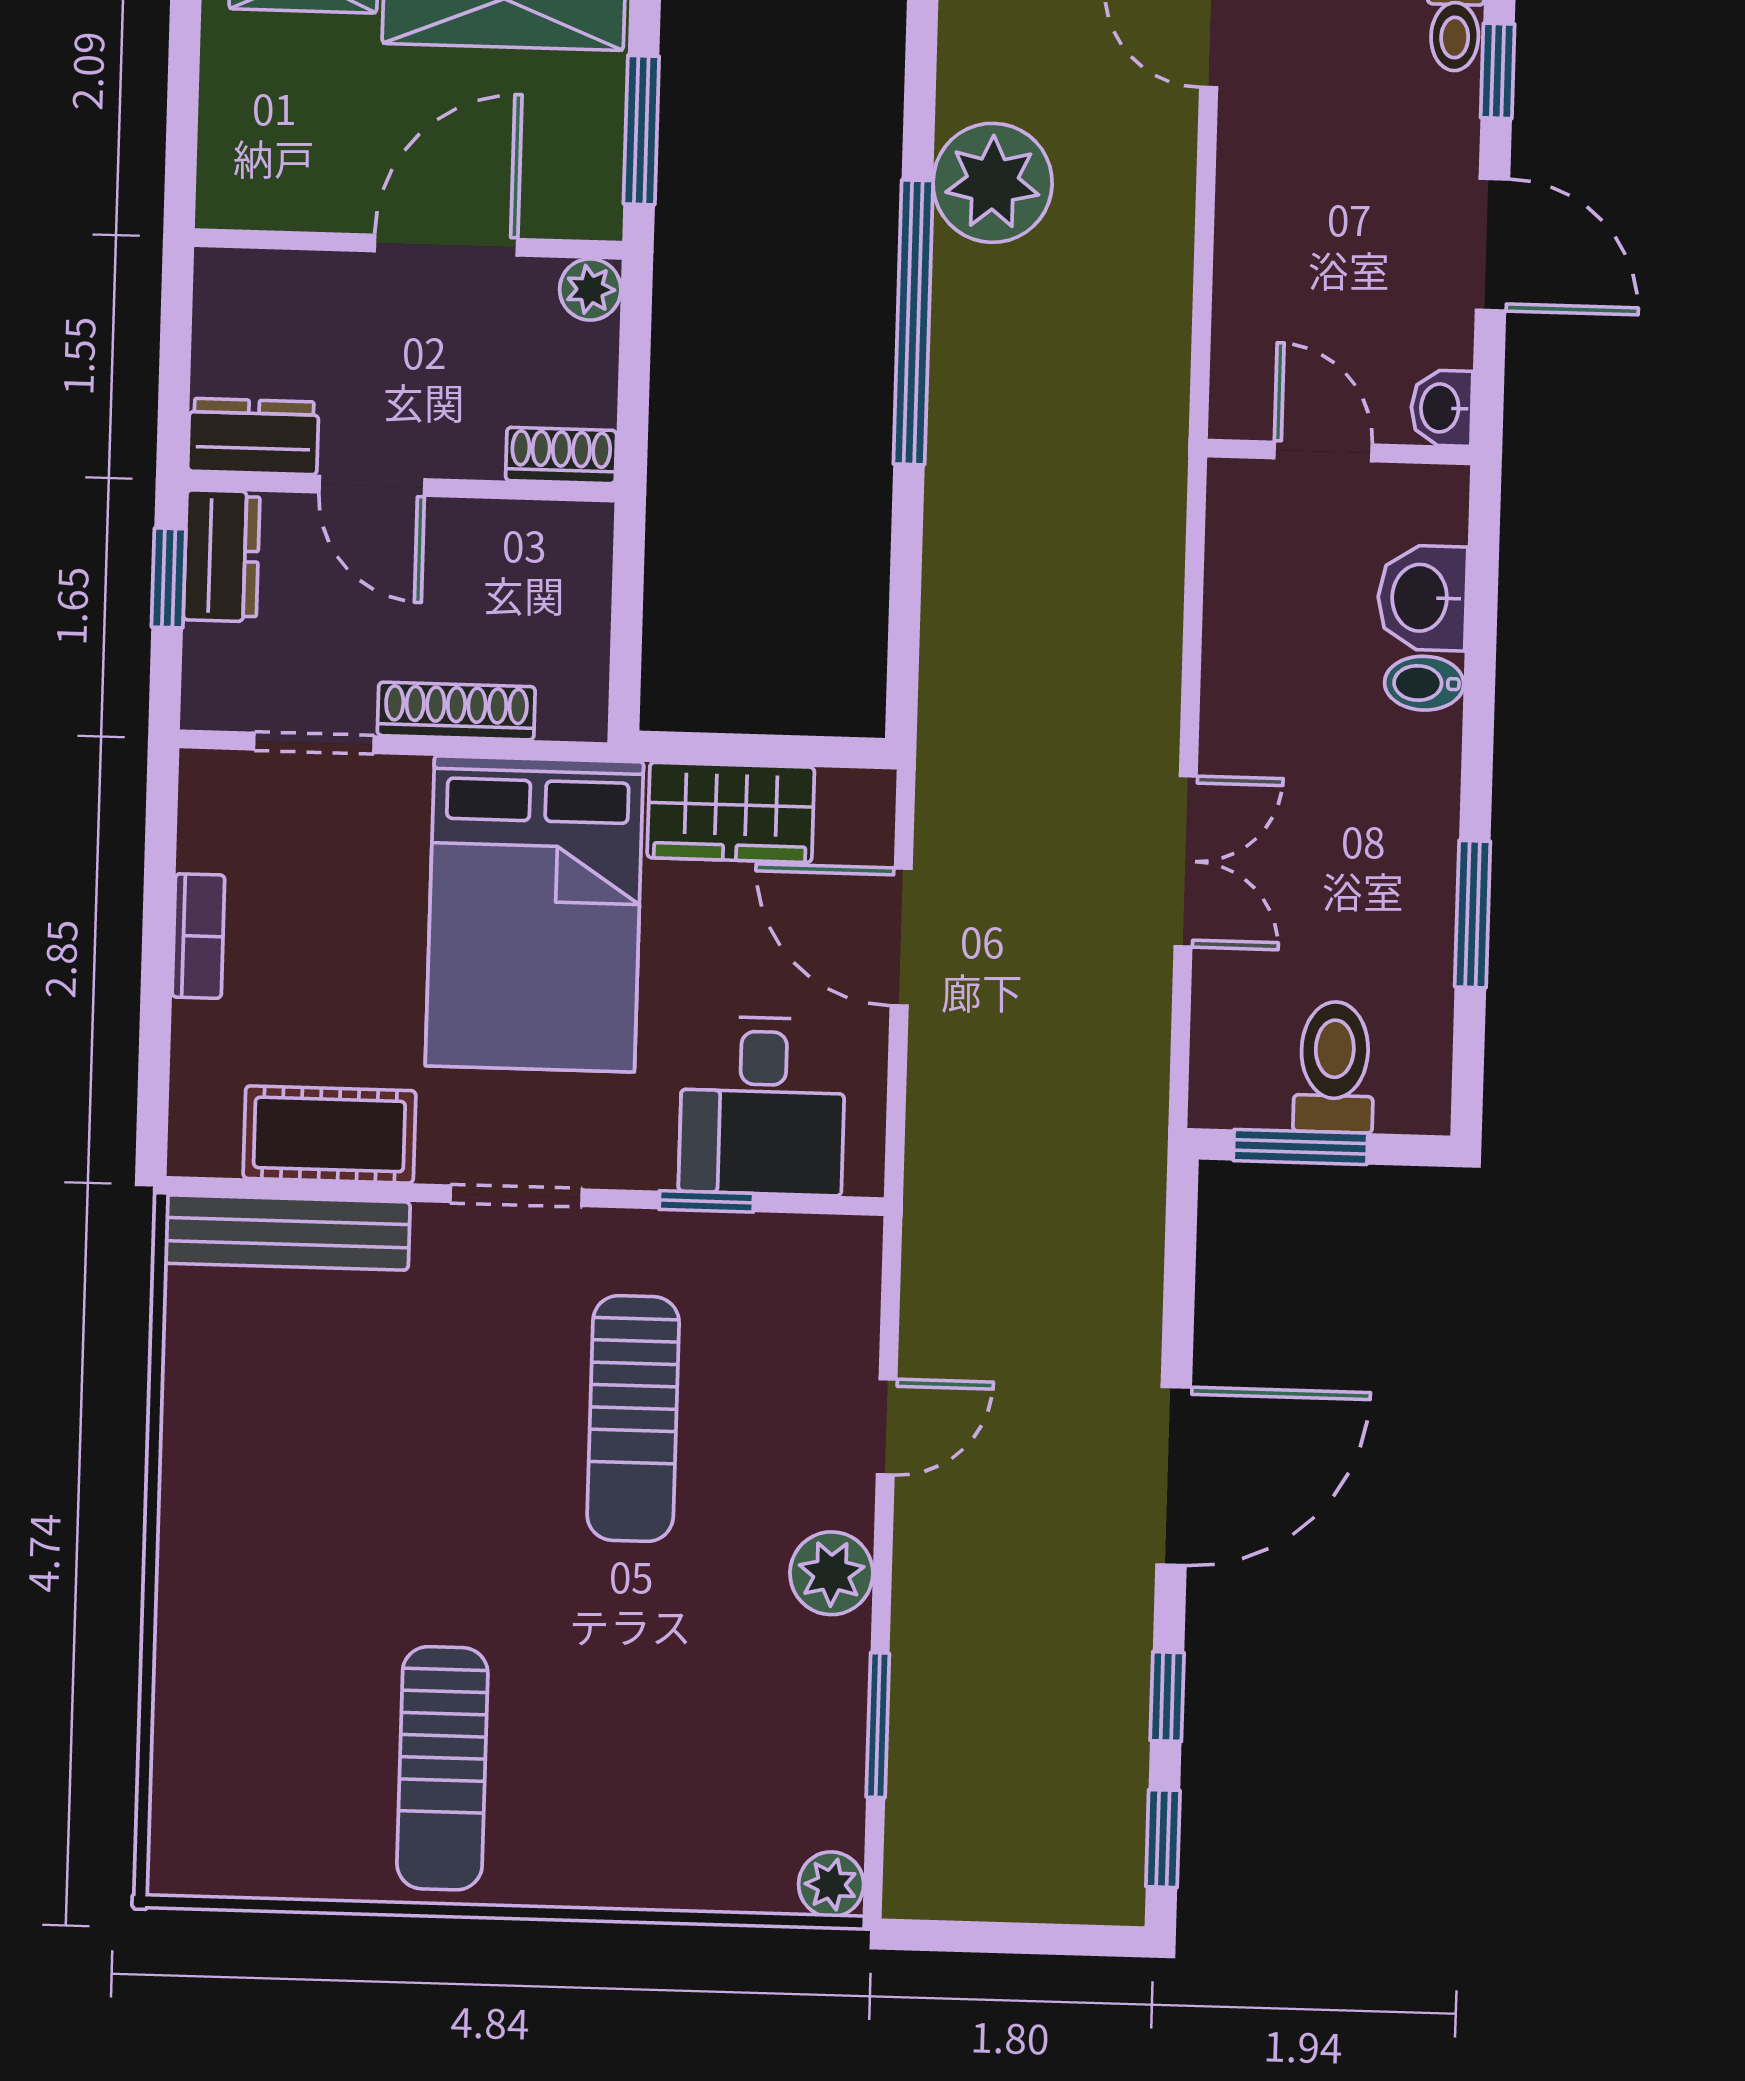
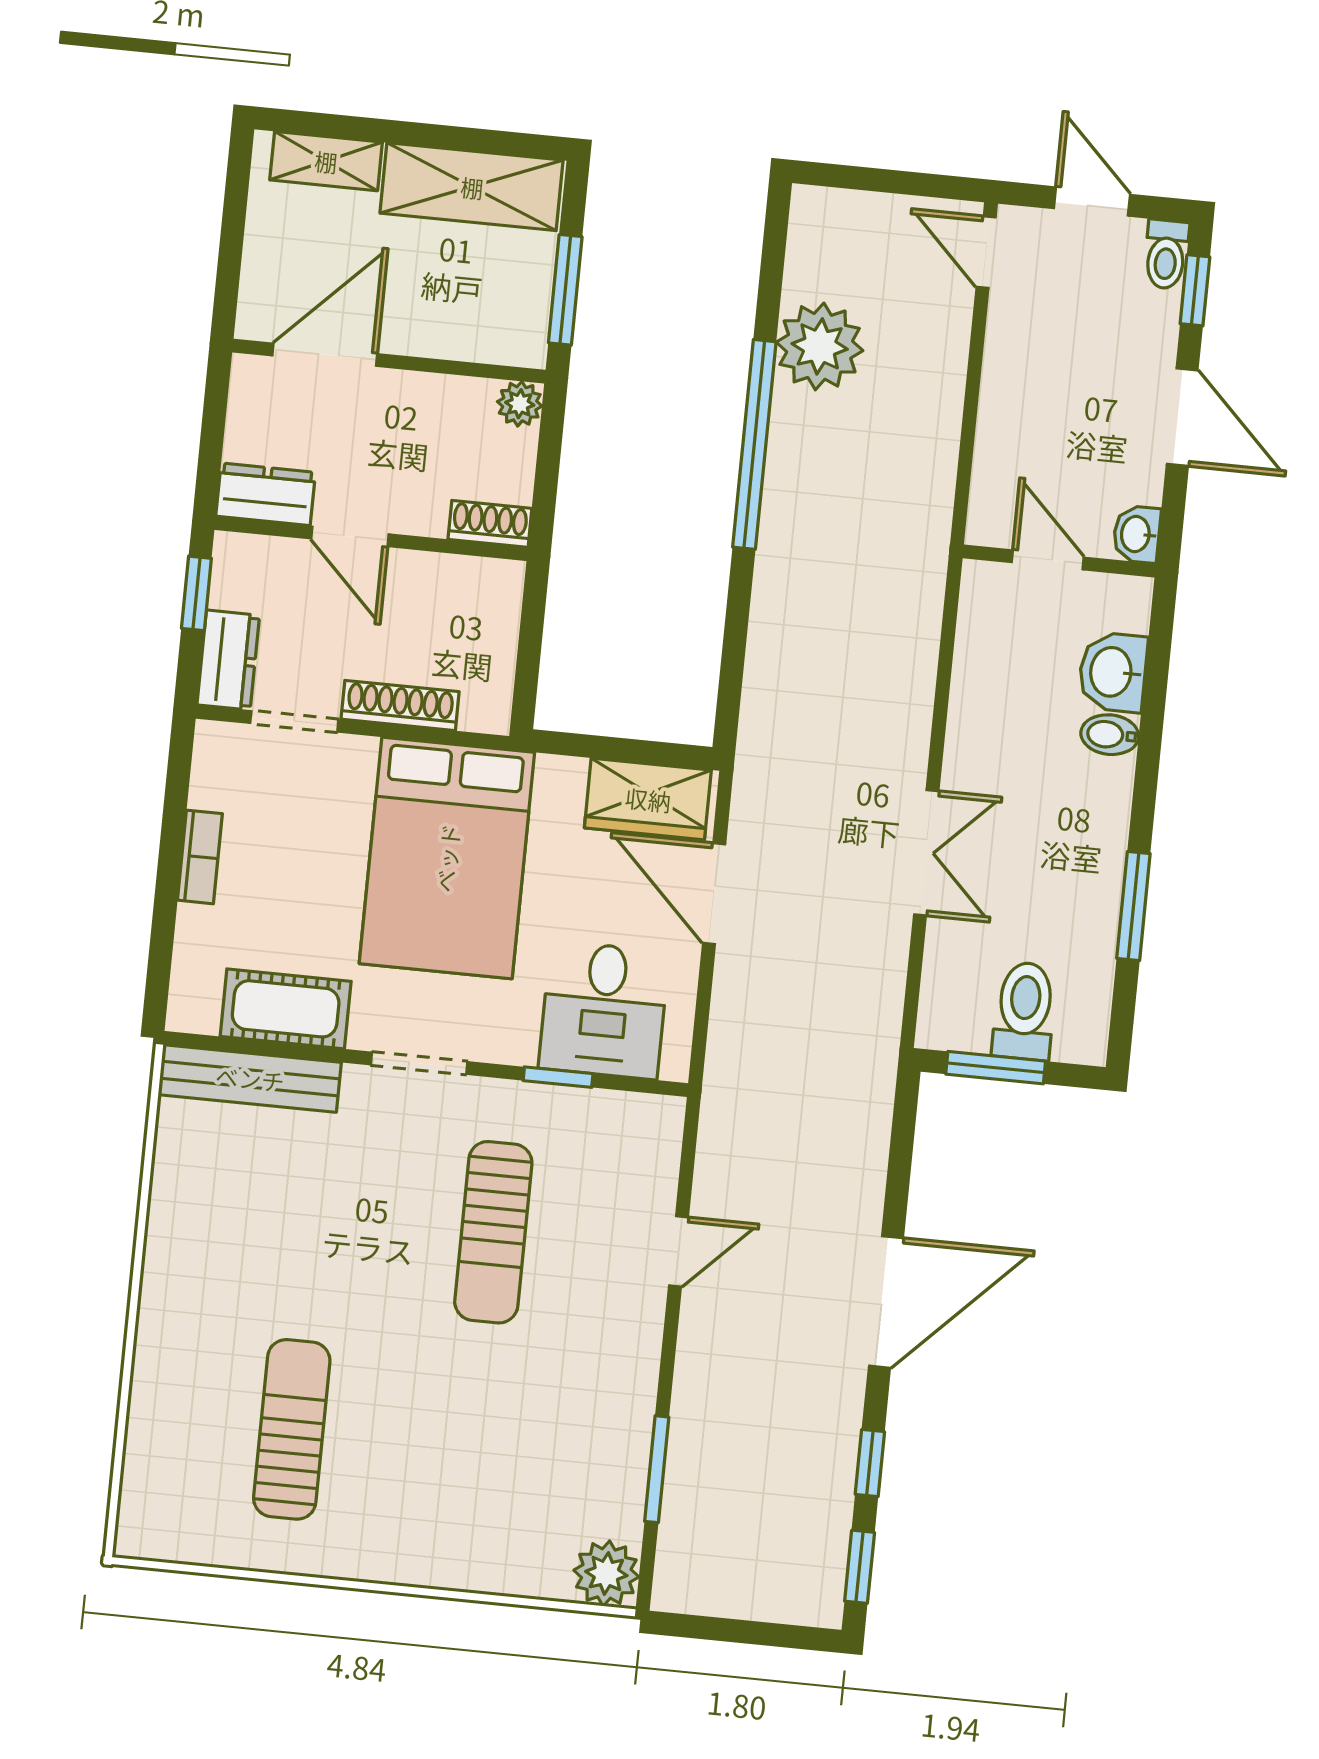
door: (446, 245) -> (325, 355), moved
dresser: (222, 556) -> (228, 660), moved
wardrobe: (731, 812) -> (648, 799), moved
plant: (831, 1573) -> (631, 1356), removed
sun lounger: (442, 1768) -> (292, 1429), moved, turned 180
plant: (831, 1884) -> (606, 1573), width x1.38, depth x1.38

